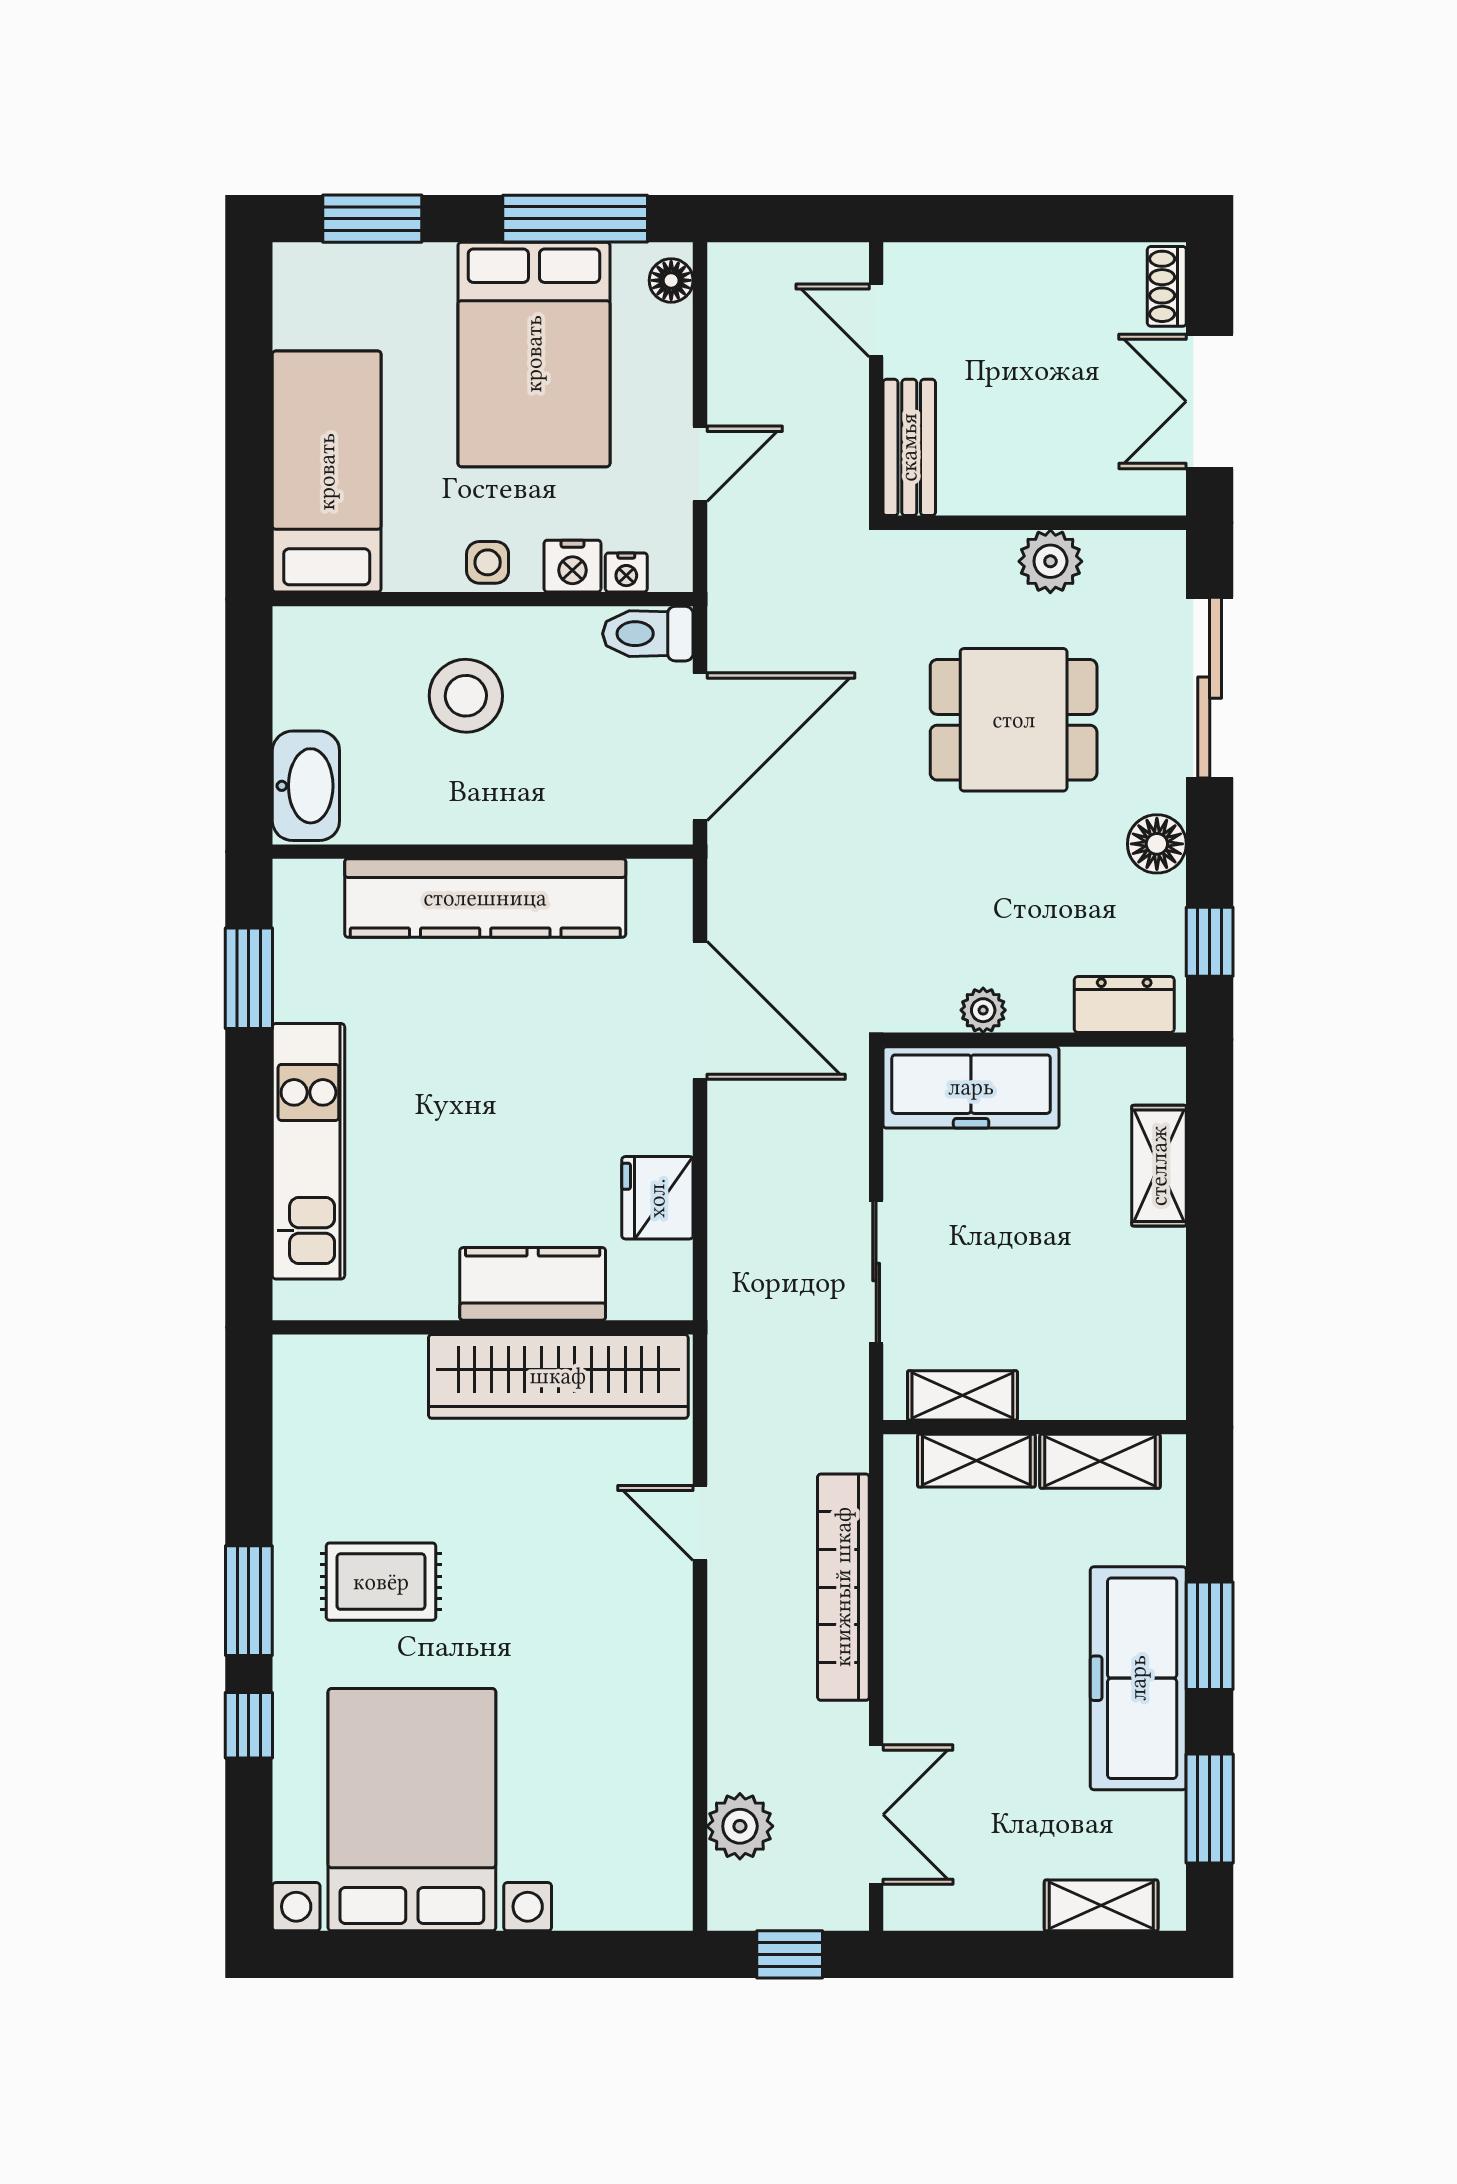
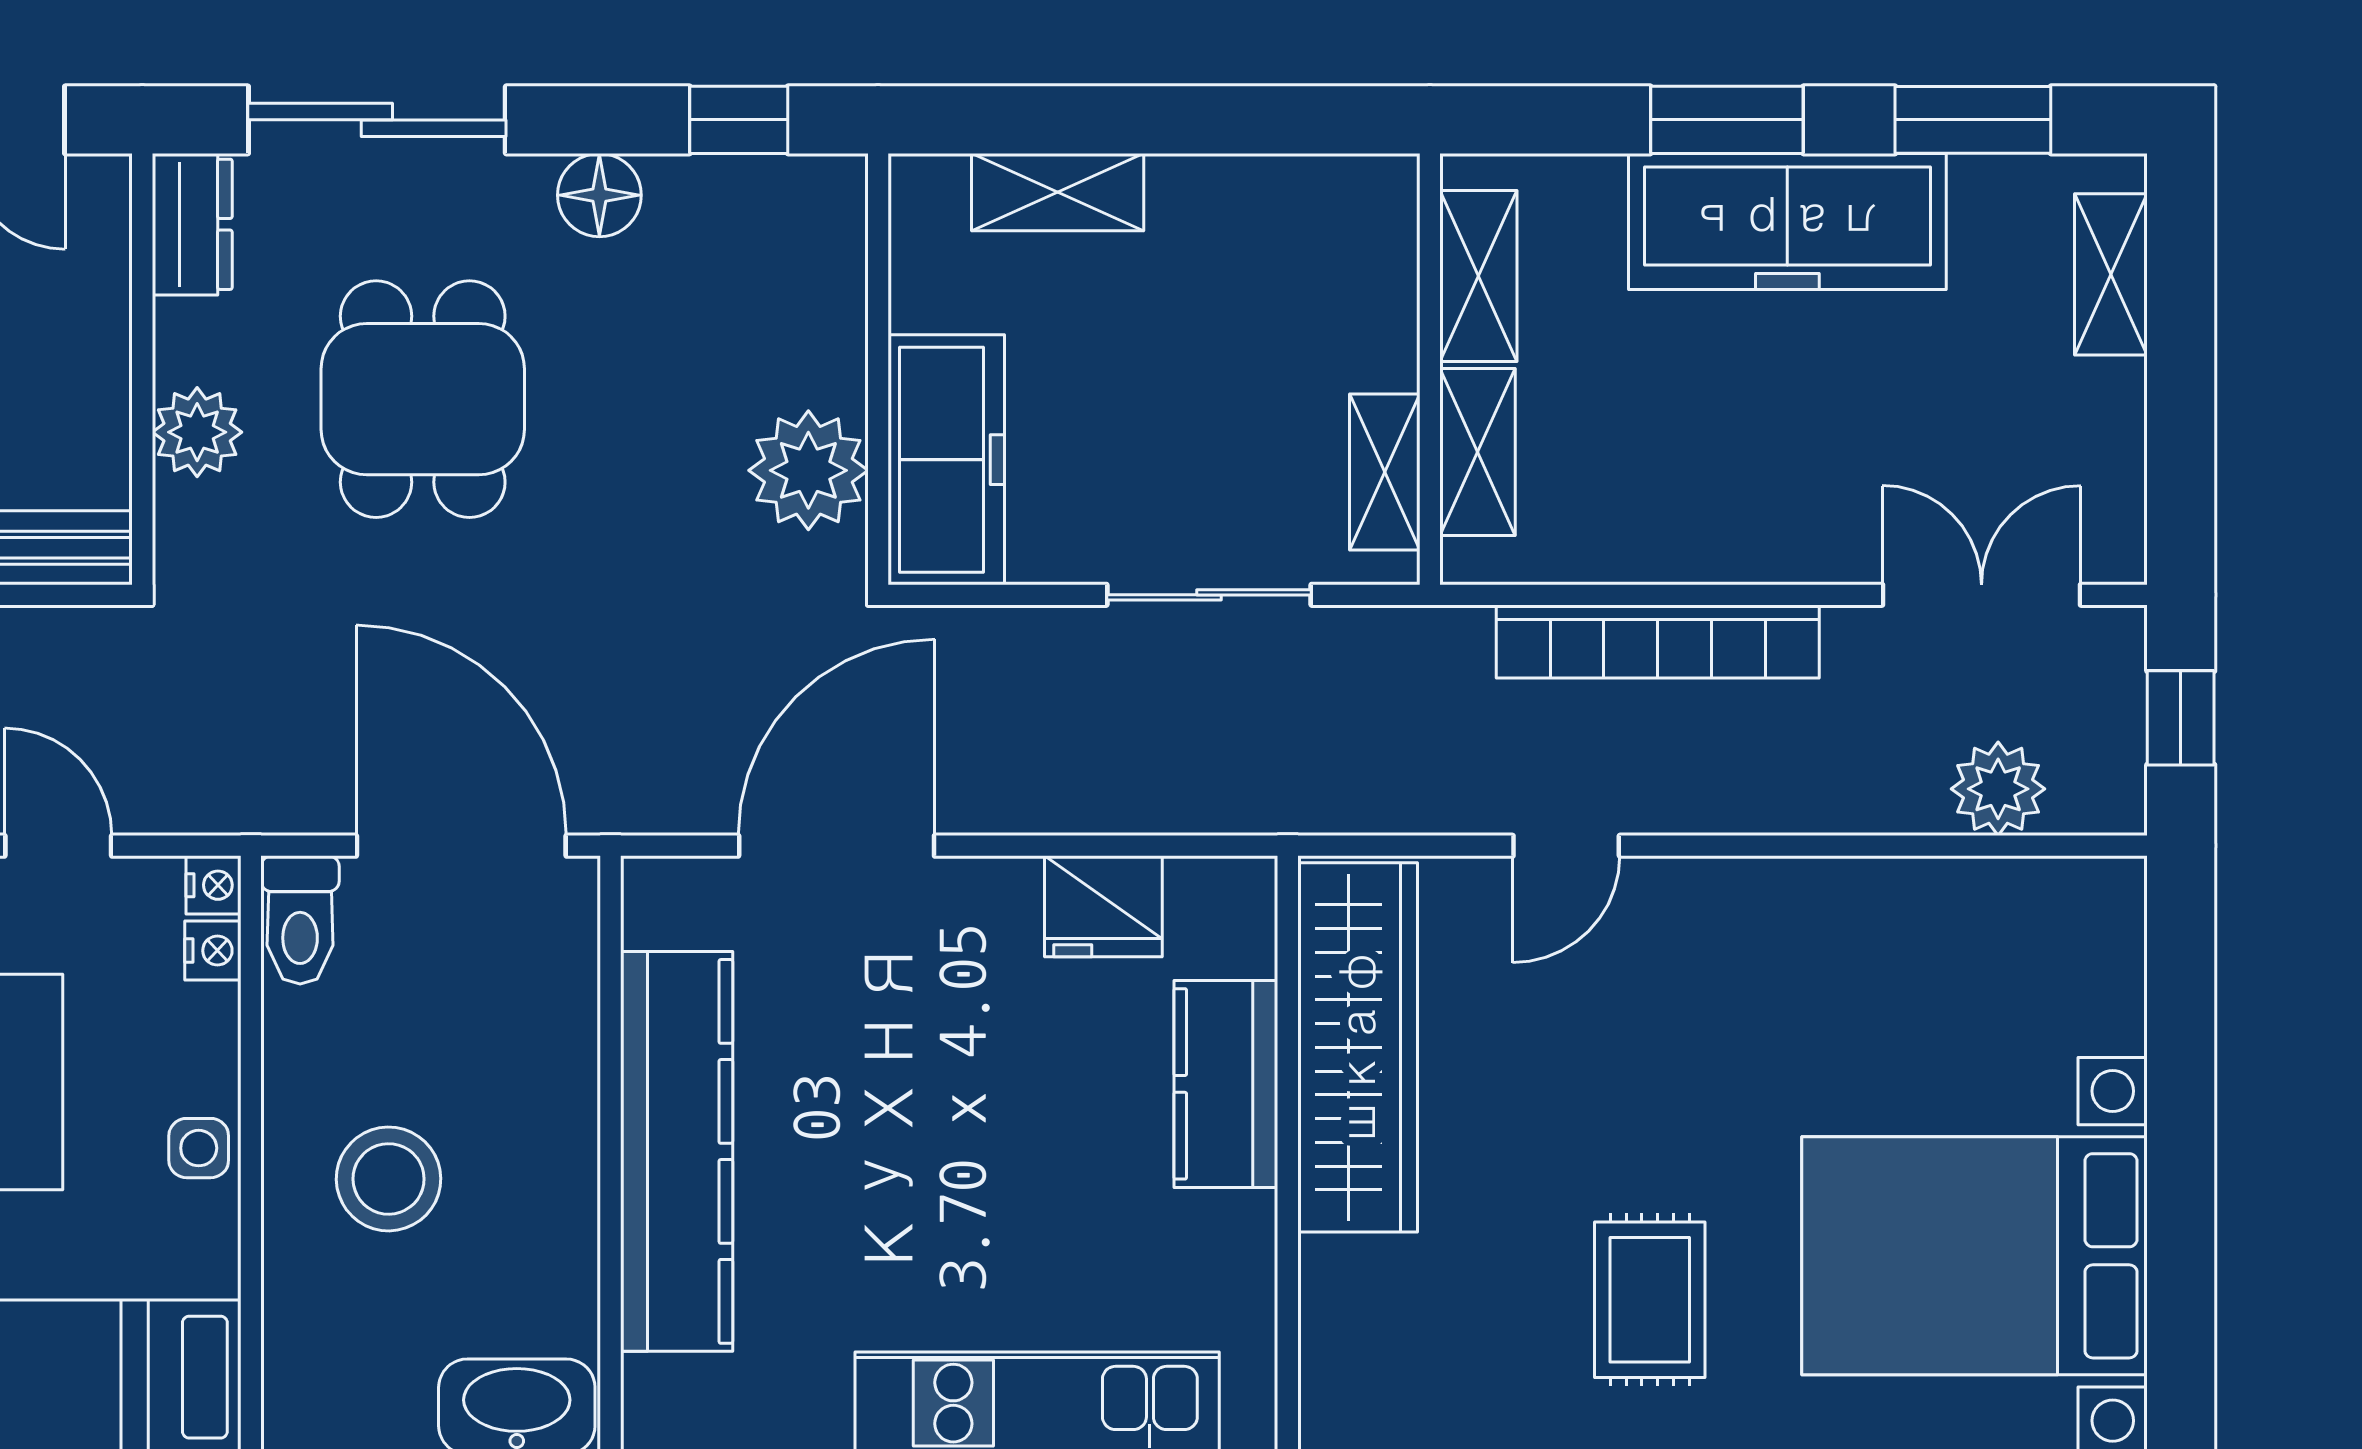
plant: (1050, 561) -> (197, 432), moved
nightstand: (572, 566) -> (214, 885), moved, width x0.72, depth x0.74
dresser: (1124, 1004) -> (192, 224), moved, turned 180
plant: (983, 1010) -> (808, 470), width x1.87, depth x1.87

